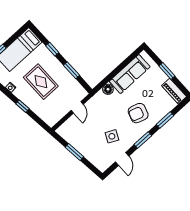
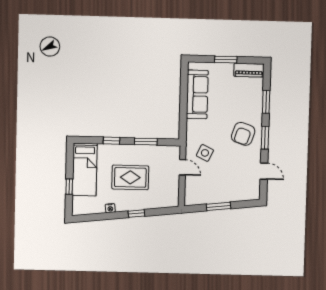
floor lamp: (108, 89) -> (192, 126), removed
armchair: (138, 113) -> (243, 134), moved
side table: (112, 136) -> (205, 153), moved

